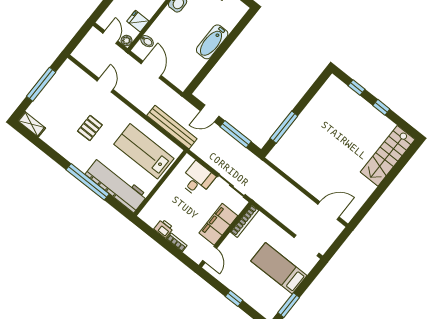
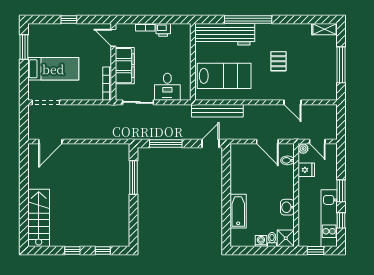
bathtub: (212, 42) -> (238, 211), moved
door: (210, 113) -> (211, 143), moved

